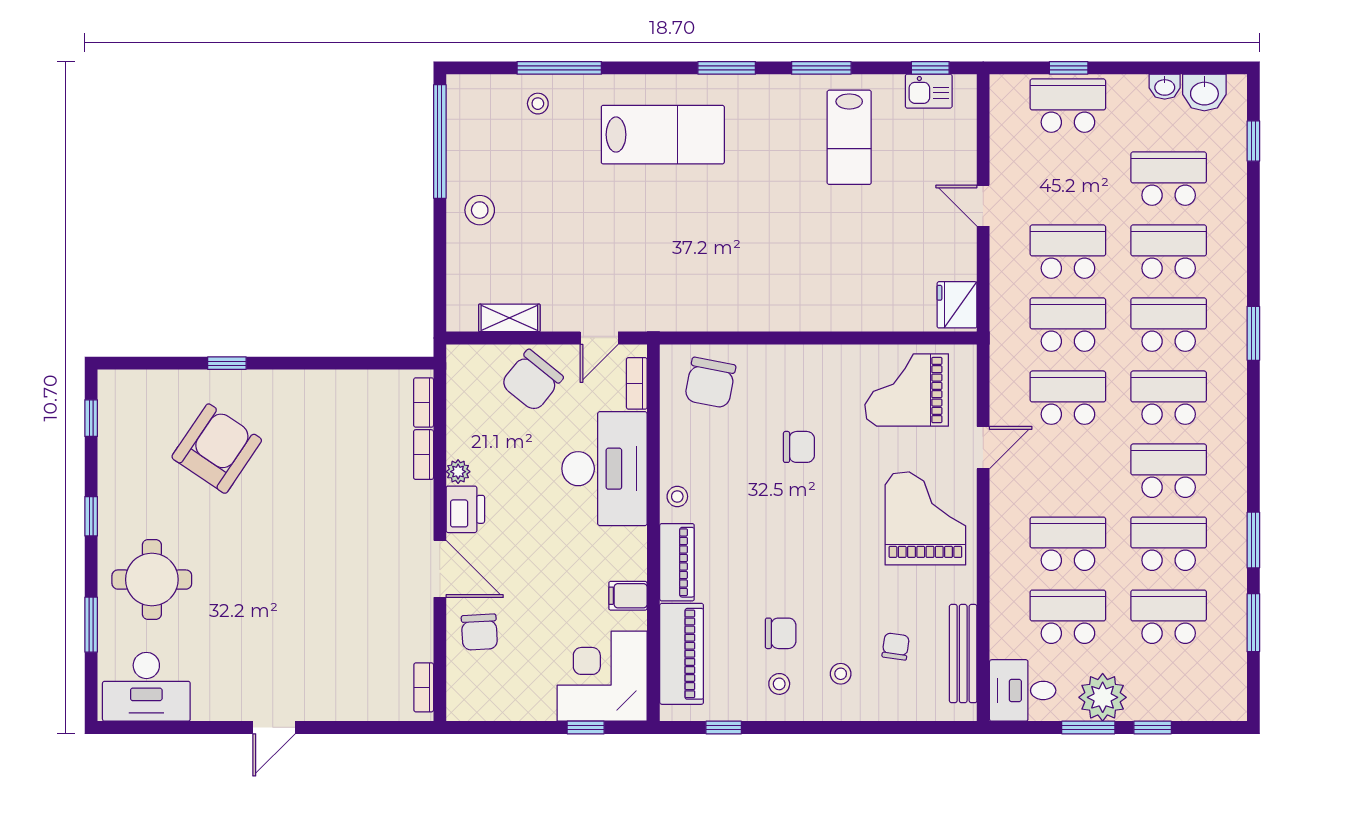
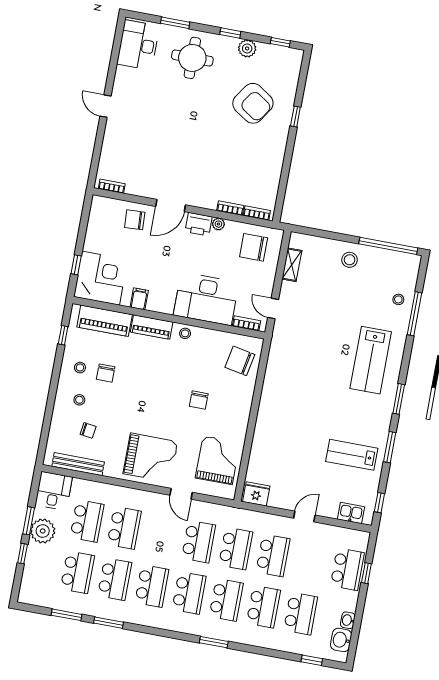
kitchen sink: (929, 91) -> (351, 513), moved, turned 90
chair: (532, 381) -> (254, 247), moved, turned -39
plant: (115, 479) -> (247, 48), added

